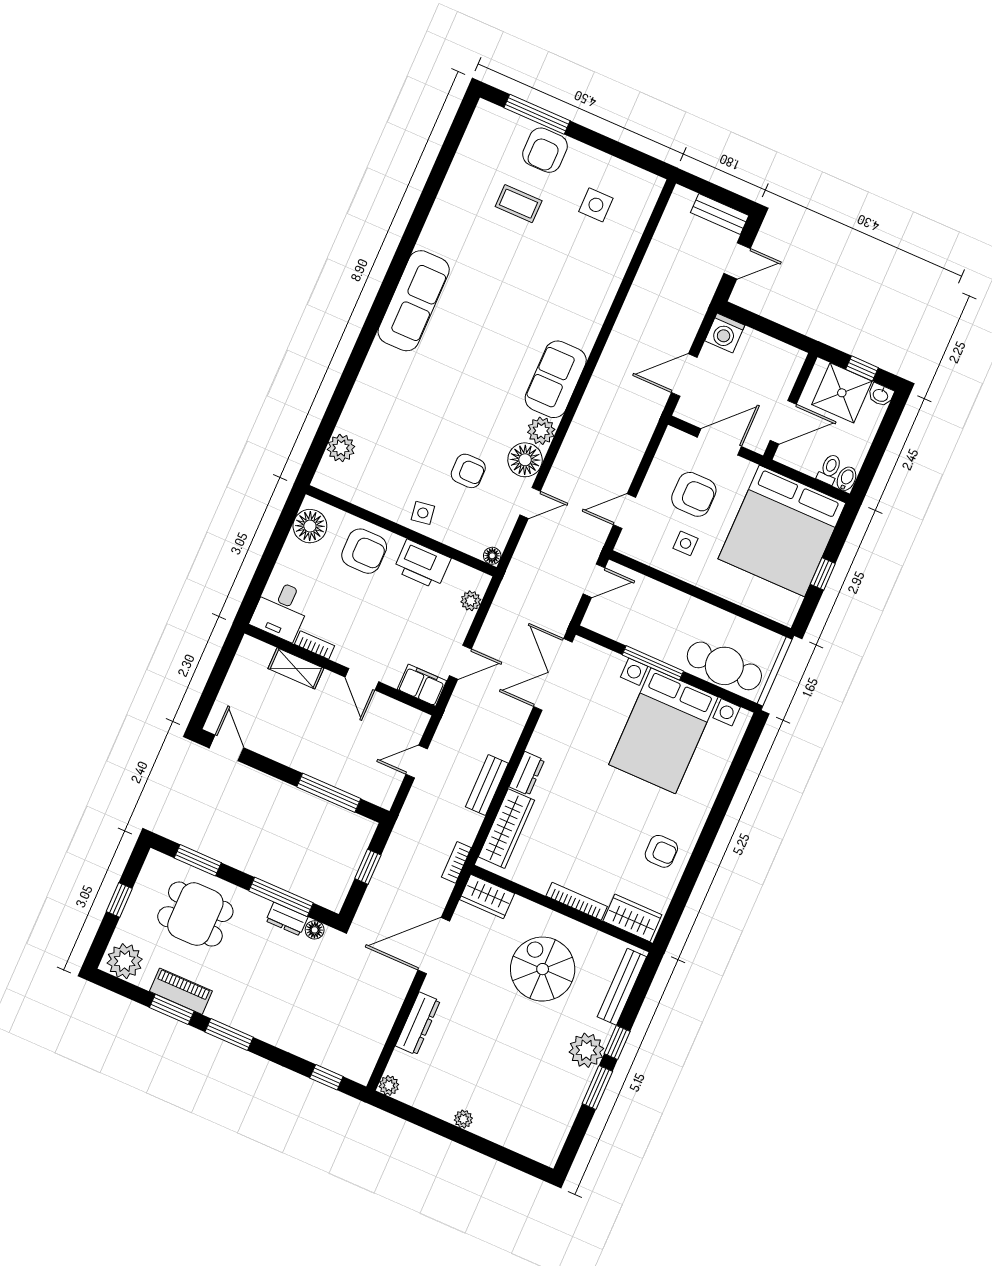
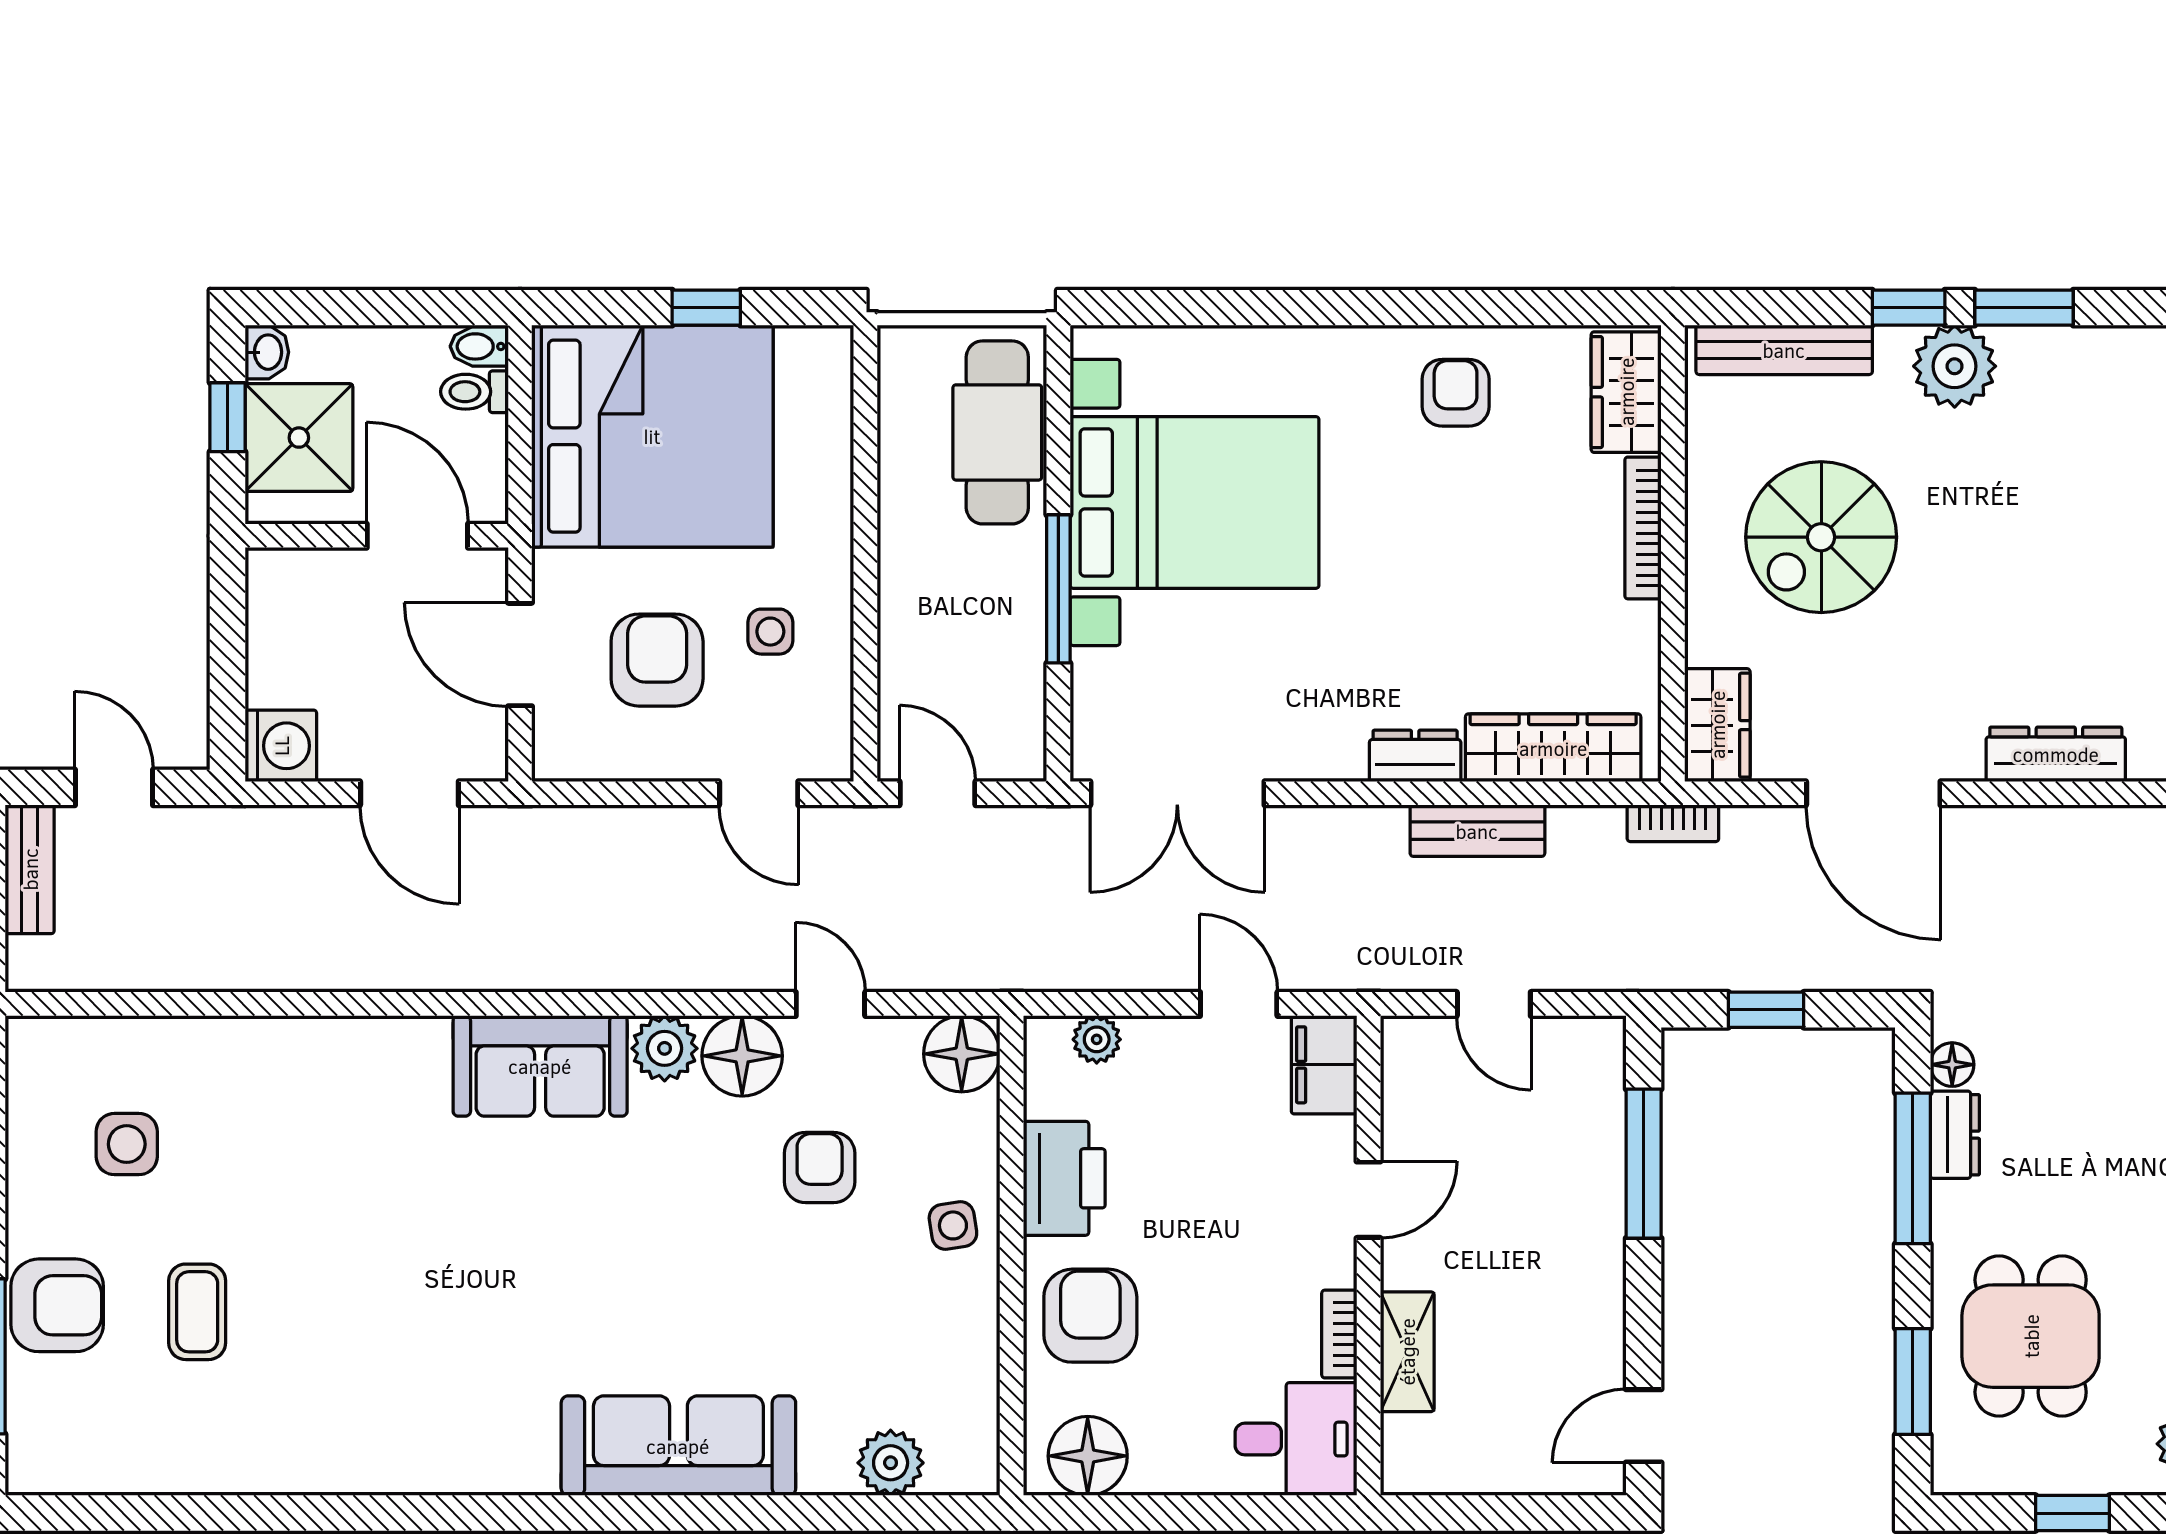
sofa: (414, 301) -> (678, 1446), moved
floor lamp: (492, 556) -> (962, 1054), width x1.89, depth x1.89

